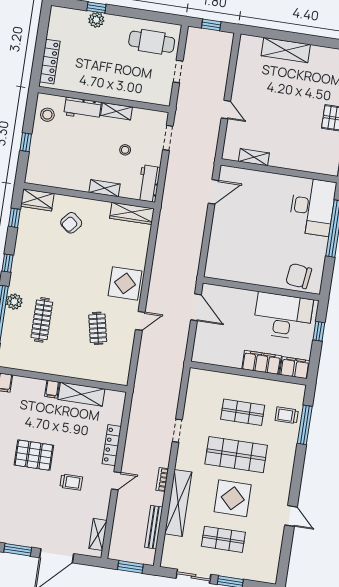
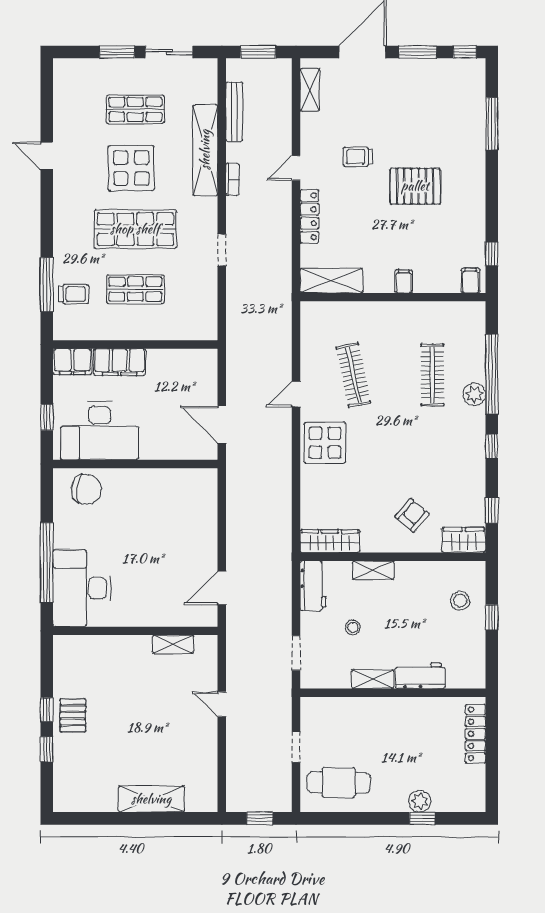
stool: (47, 115) -> (460, 601), moved
clothes rail: (98, 328) -> (353, 375), width x1.36
shelving: (81, 394) -> (331, 280), moved

